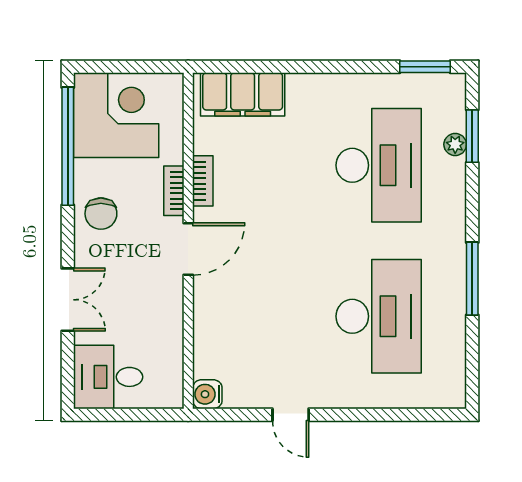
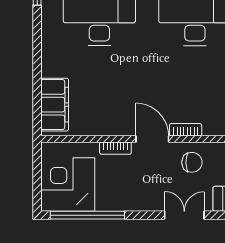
bookcase: (203, 181) -> (186, 130), moved
chair: (101, 214) -> (192, 162), moved

